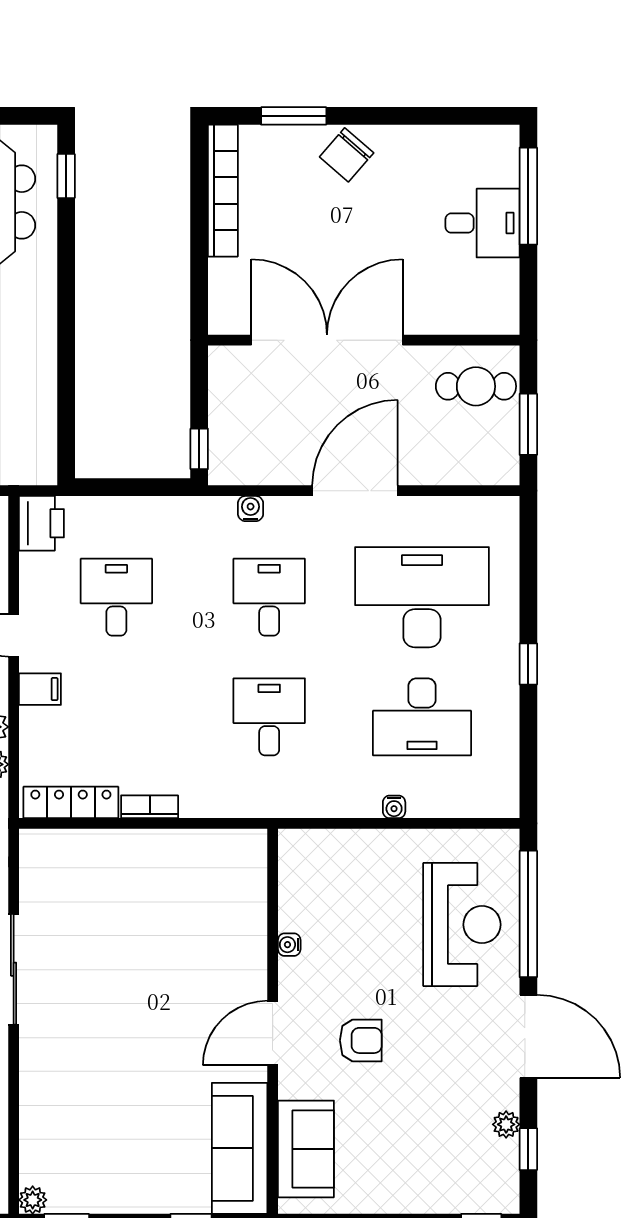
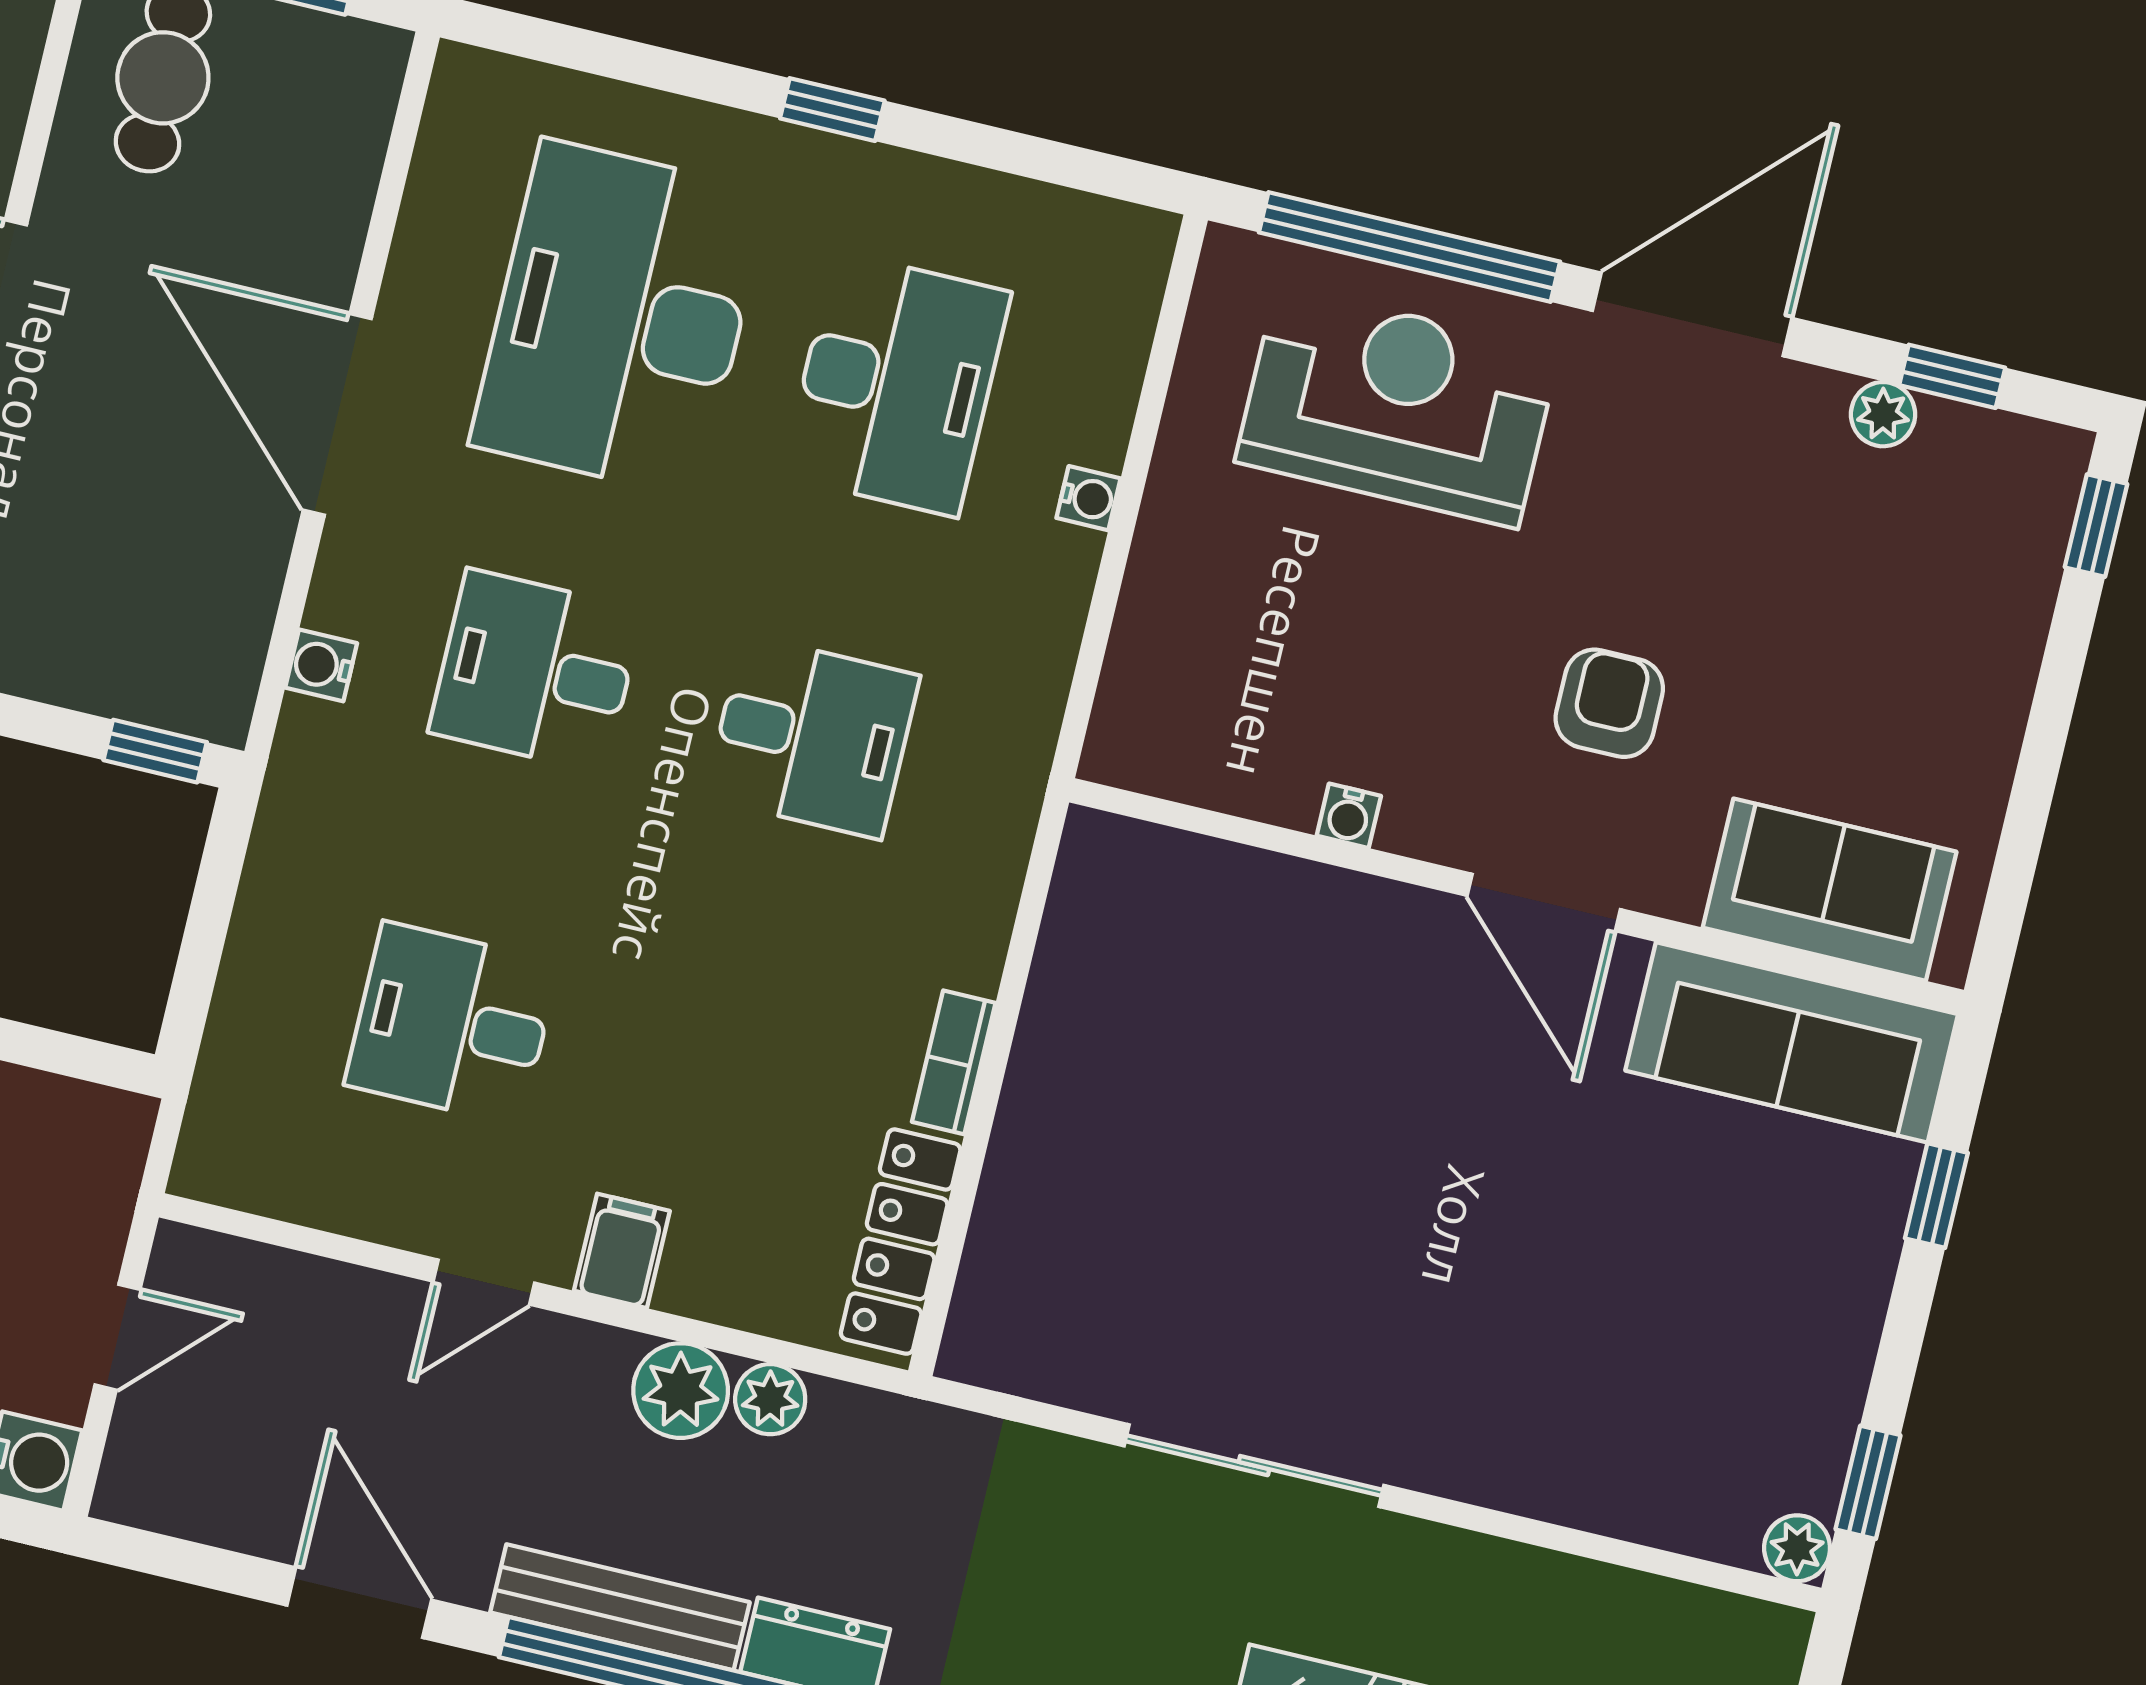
printer: (41, 523) -> (240, 1156), removed
desk: (269, 717) -> (812, 737), turned 180

